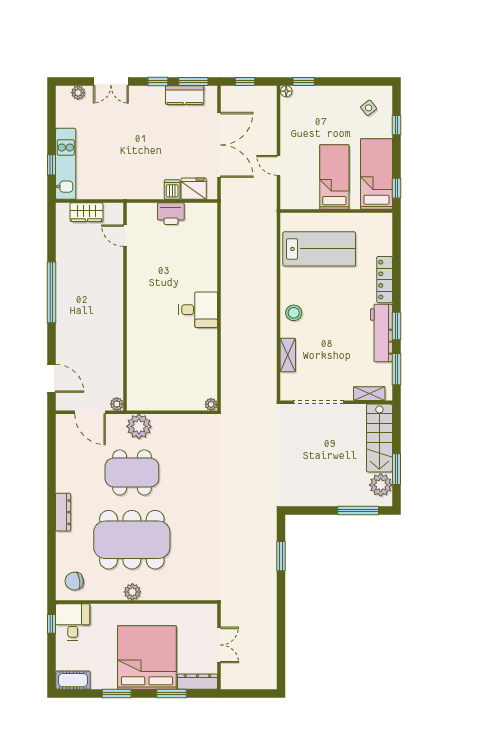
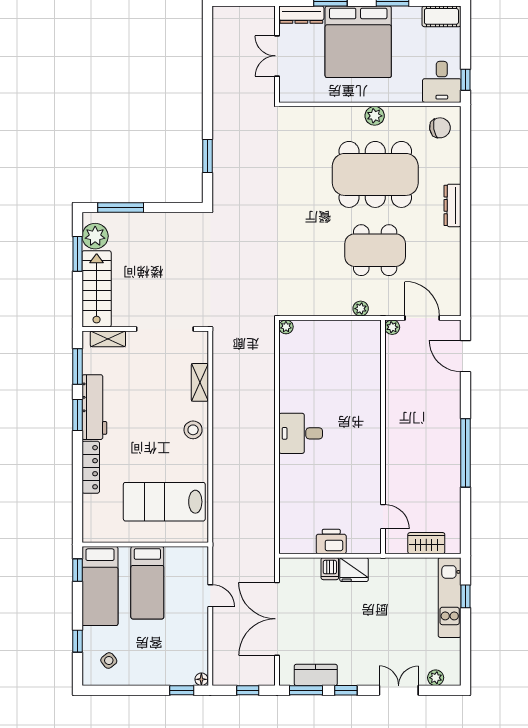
fridge: (194, 189) -> (354, 570), moved
plant: (139, 426) -> (361, 309), width x0.53, depth x0.53

